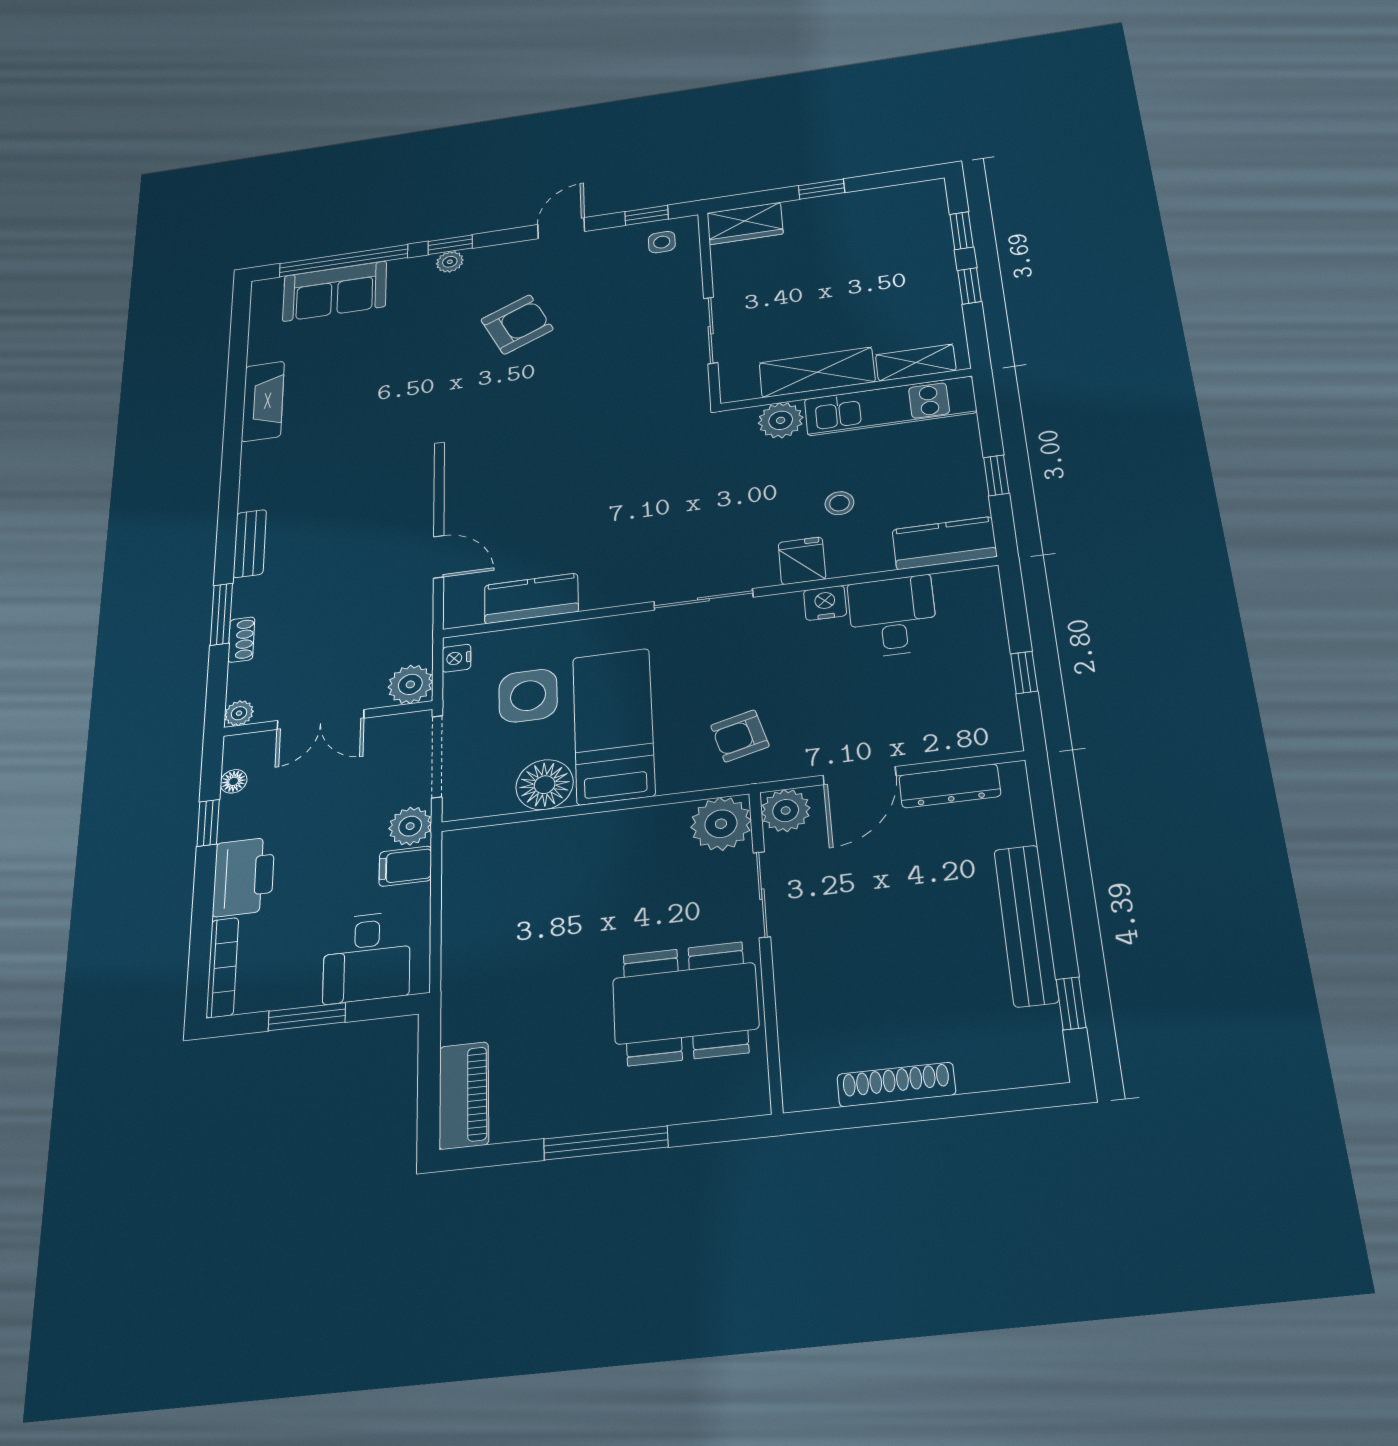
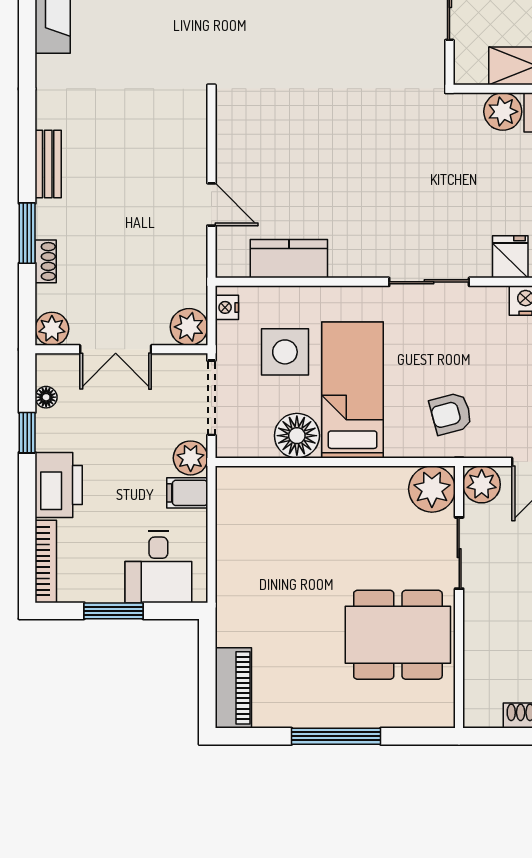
plant: (239, 713) -> (52, 329), width x1.38, depth x1.38

